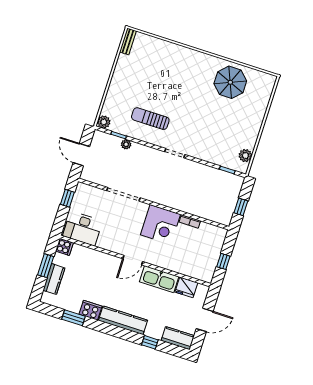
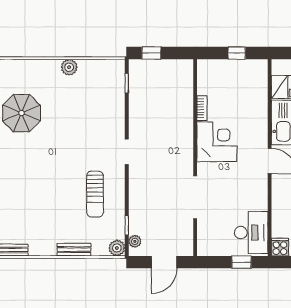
bench: (113, 89) -> (74, 250), added
plant: (126, 144) -> (135, 241), moved
plant: (245, 156) -> (69, 67), moved
window: (67, 198) -> (242, 262), moved
window: (241, 207) -> (151, 53), moved

